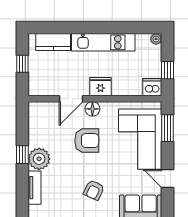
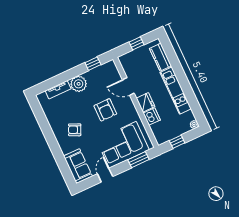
dishwasher: (152, 87) -> (152, 117), moved
floor lamp: (92, 109) -> (128, 104), removed
window: (22, 155) -> (93, 64), moved

